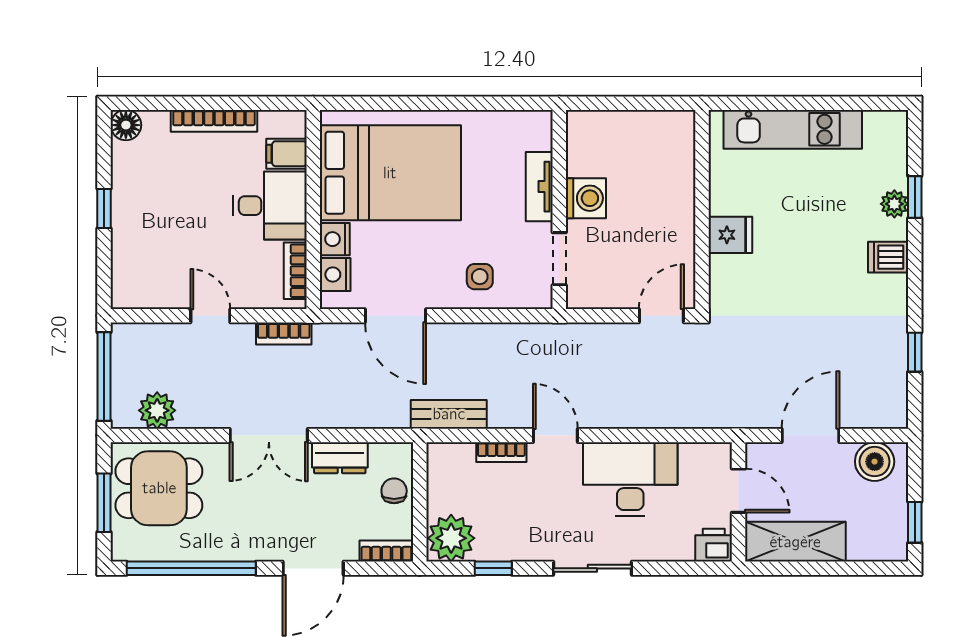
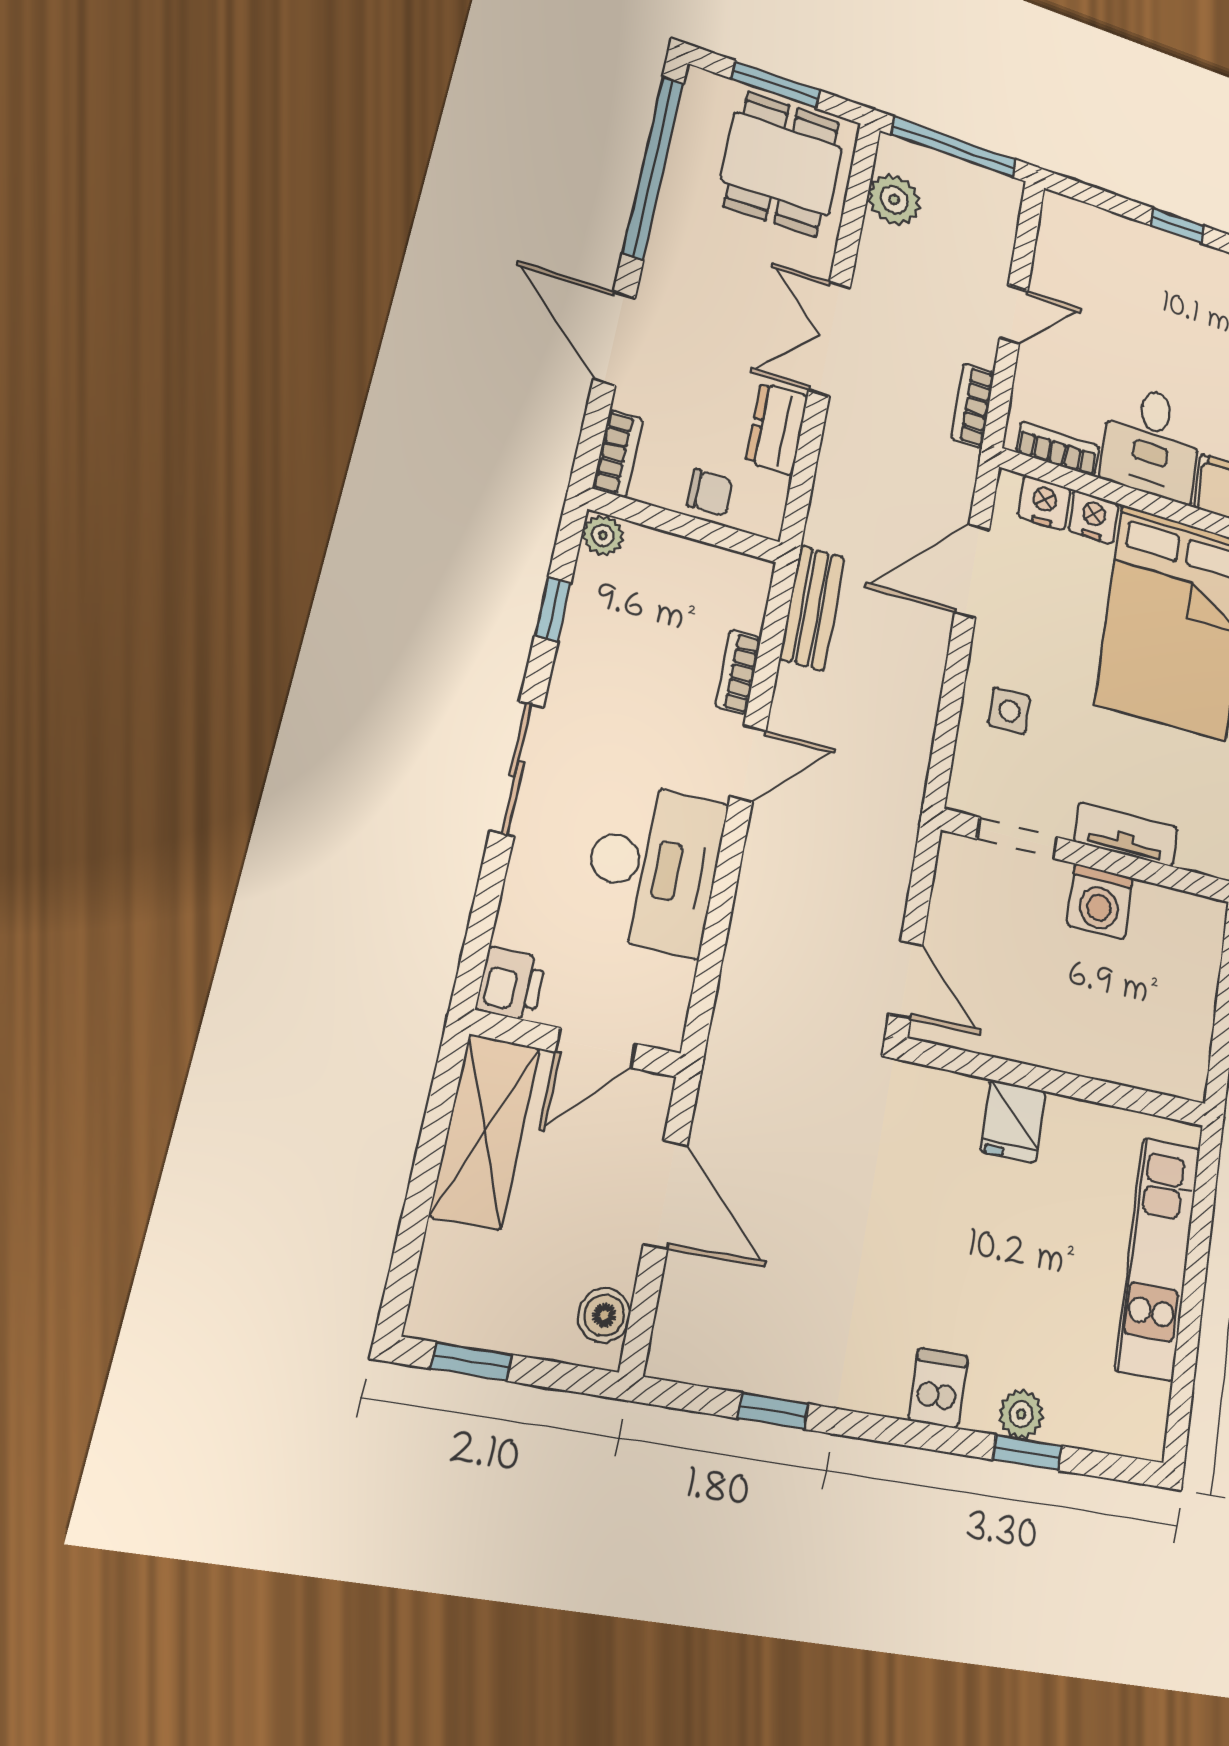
boiler: (875, 462) -> (604, 1315), width x0.73, depth x0.73
plant: (451, 538) -> (603, 535), width x0.53, depth x0.53

